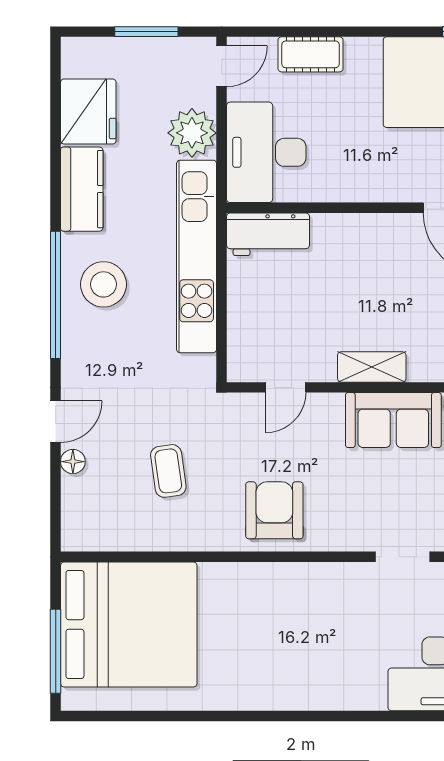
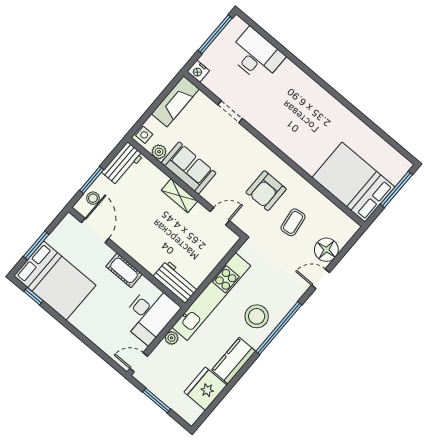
cot: (311, 54) -> (124, 270), moved
plant: (192, 133) -> (171, 338), width x0.53, depth x0.53
floor lamp: (73, 462) -> (326, 250), width x1.89, depth x1.89
armchair: (274, 510) -> (266, 191), moved
bed: (129, 624) -> (354, 182), width x0.73

